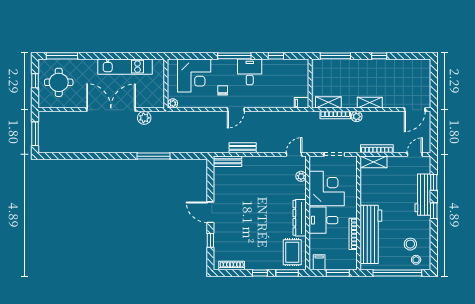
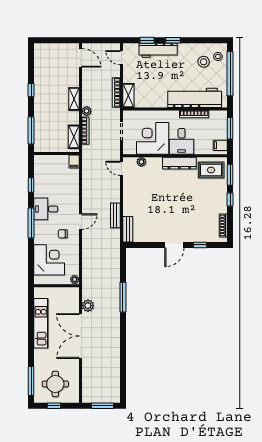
door: (236, 110) -> (80, 222), hinge flipped

